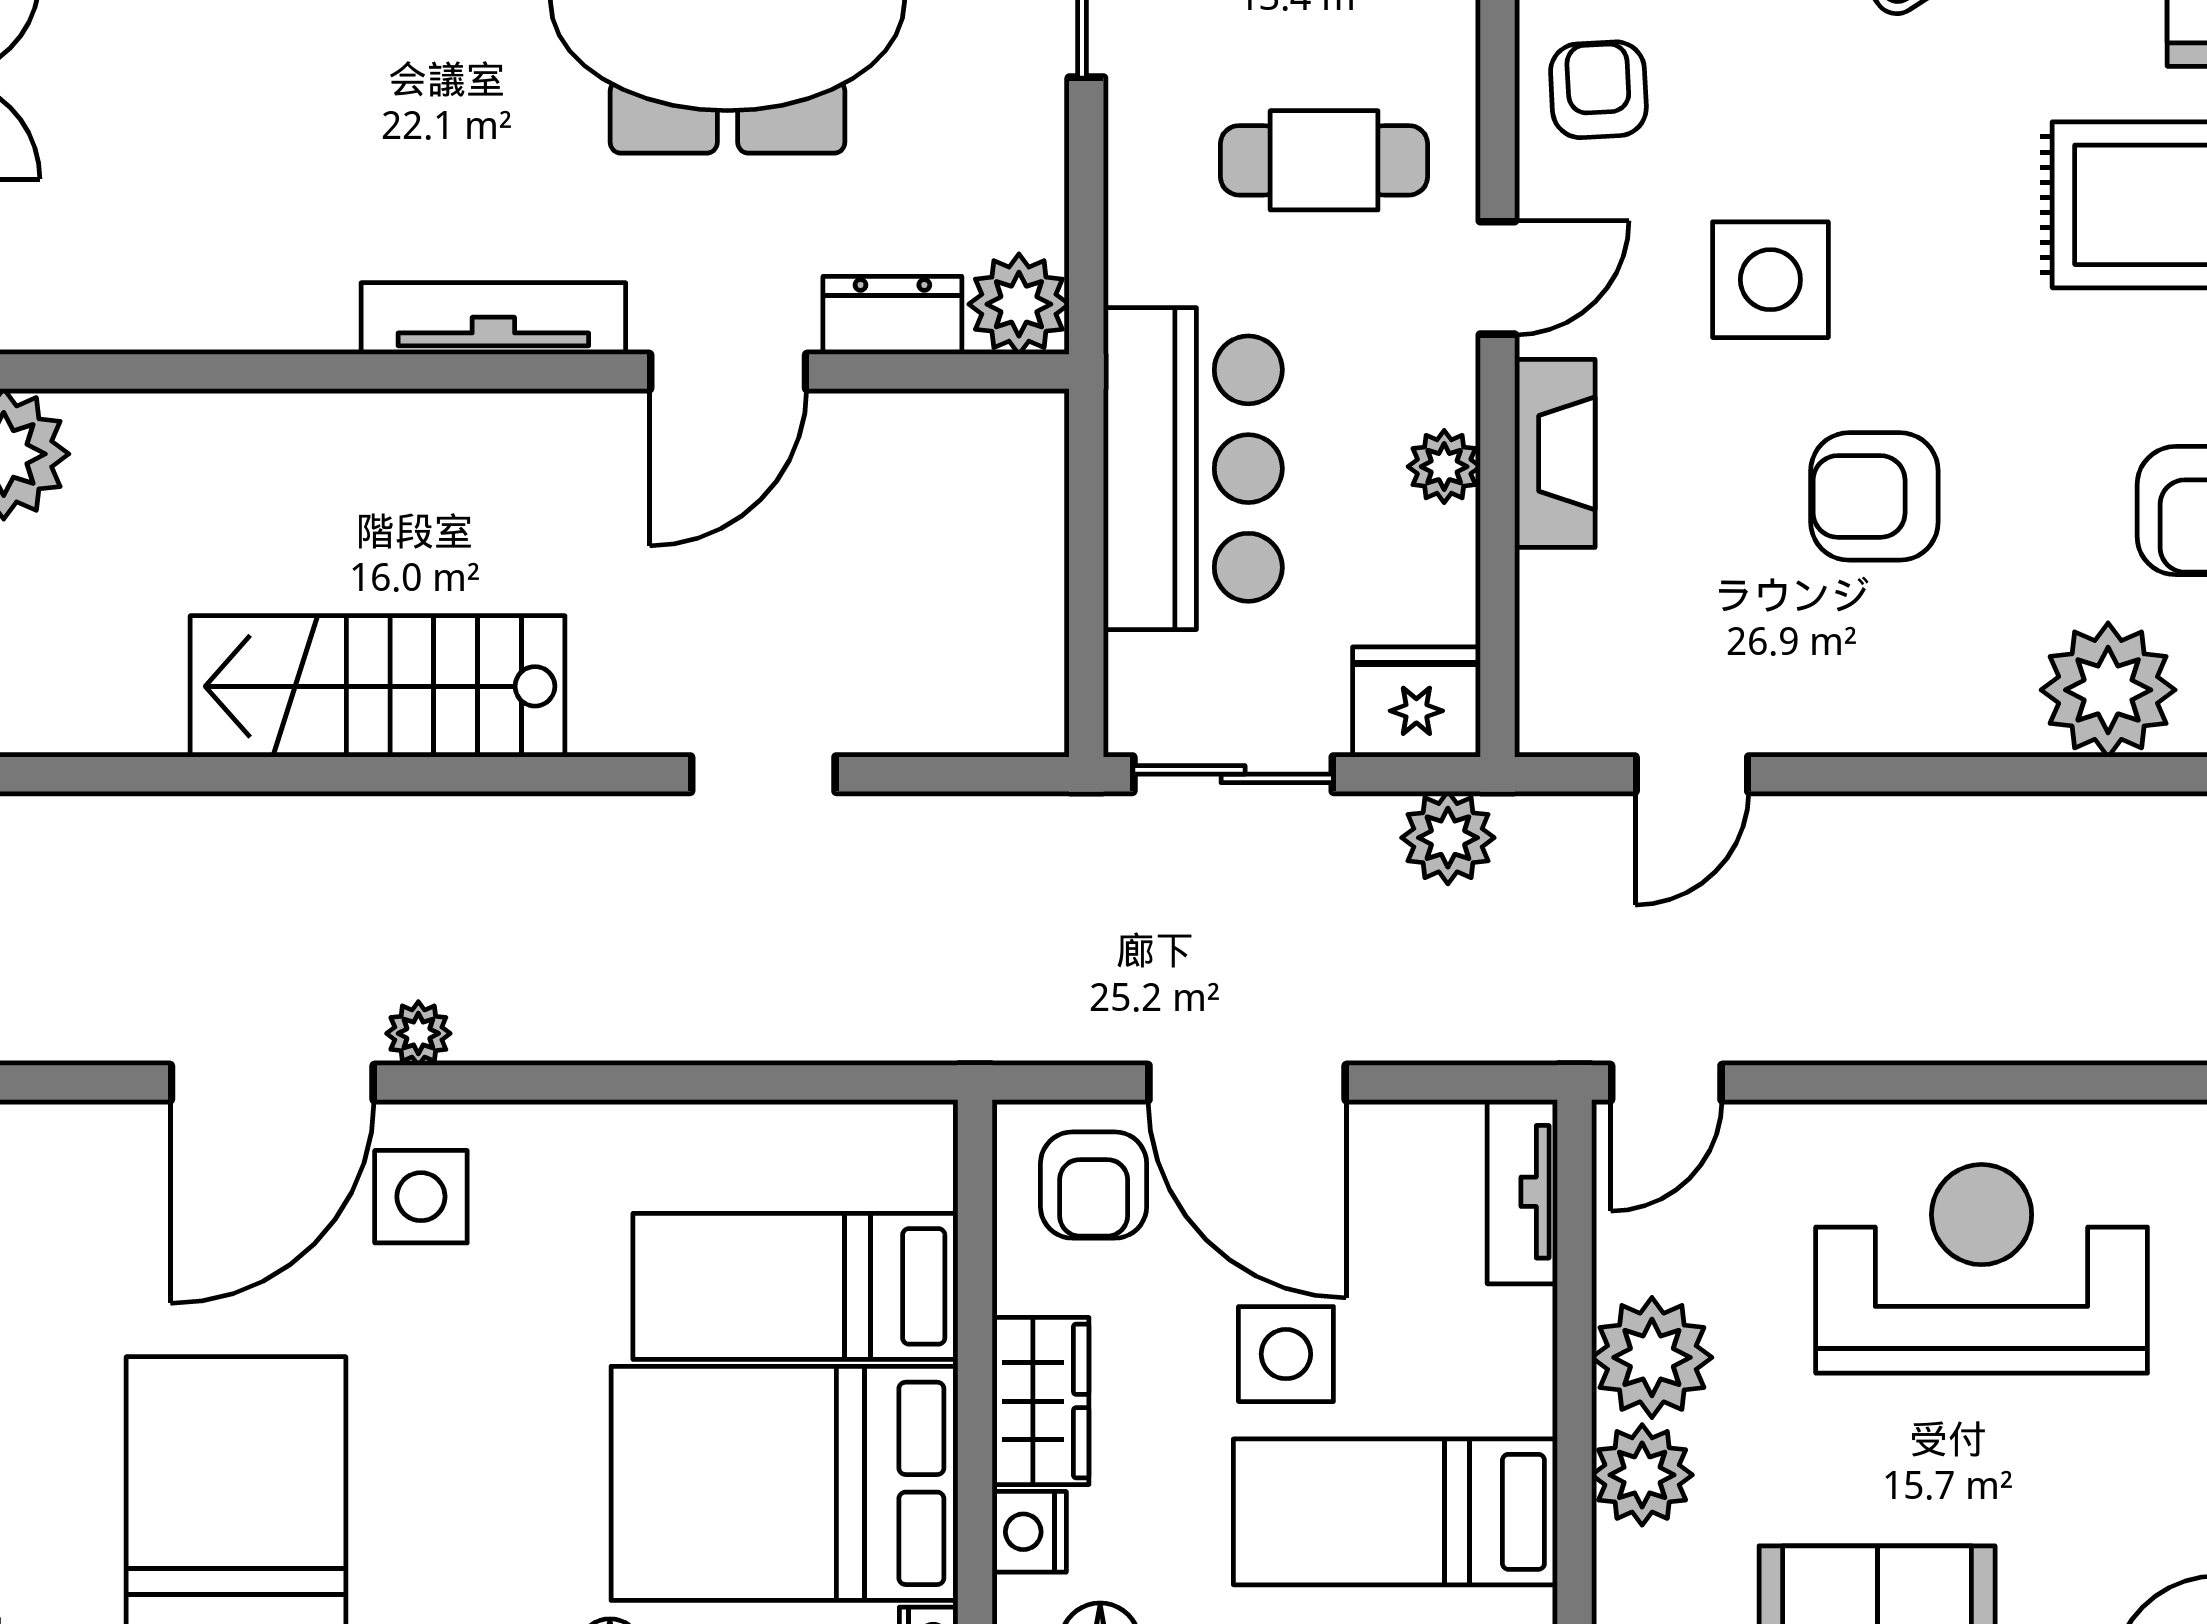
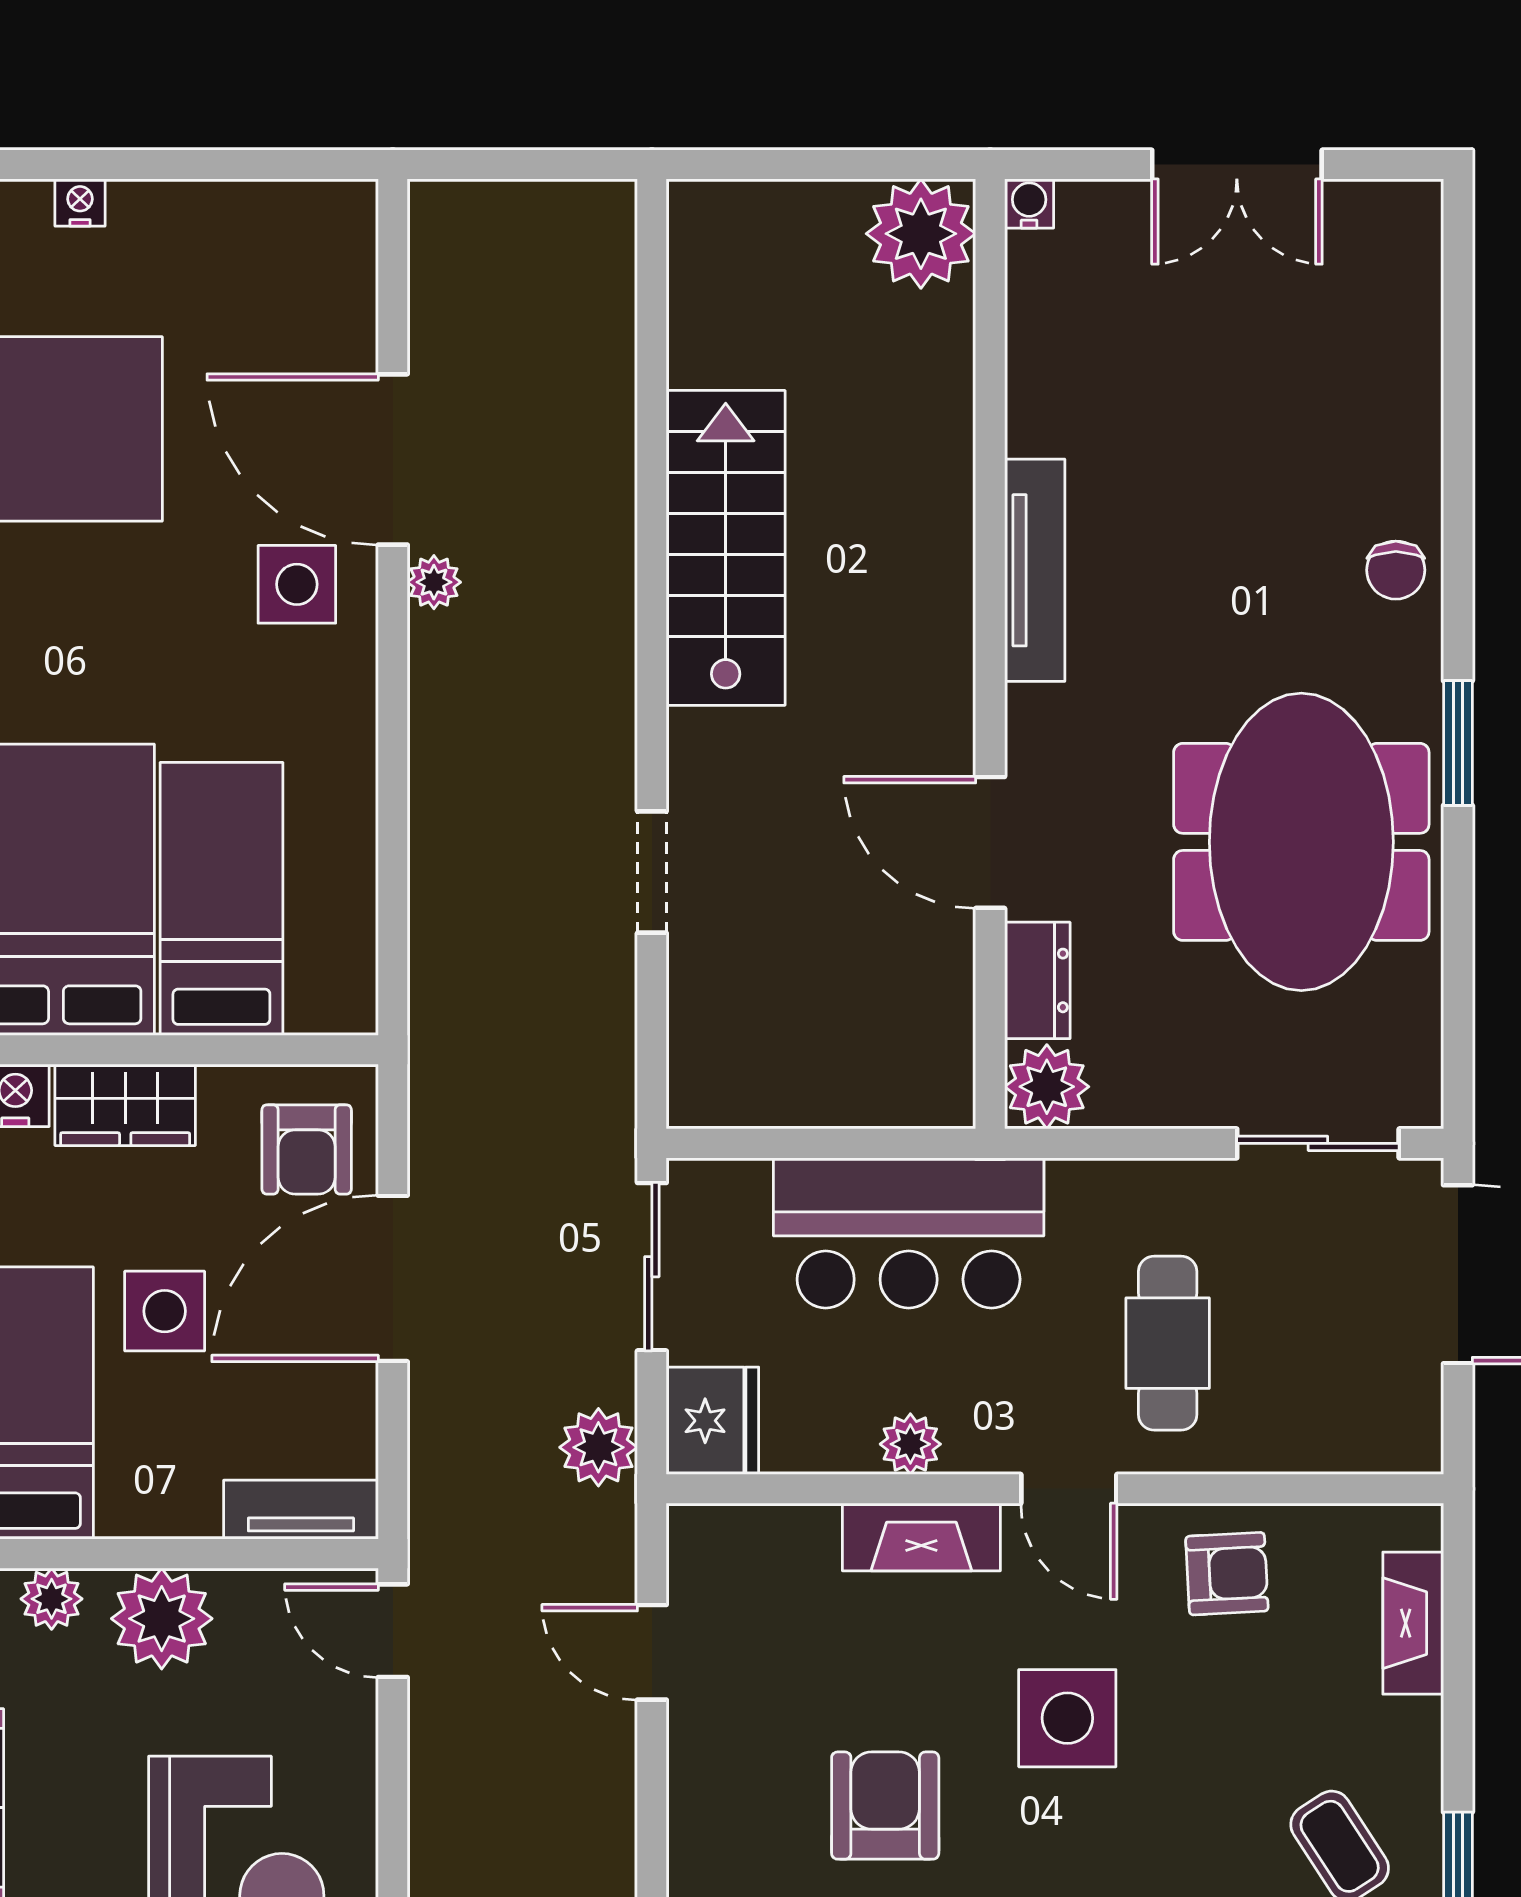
tv unit: (493, 319) -> (1035, 570), moved
armchair: (1094, 1185) -> (307, 1149), turned -90
plant: (1642, 1475) -> (52, 1599), width x0.73, depth x0.73

